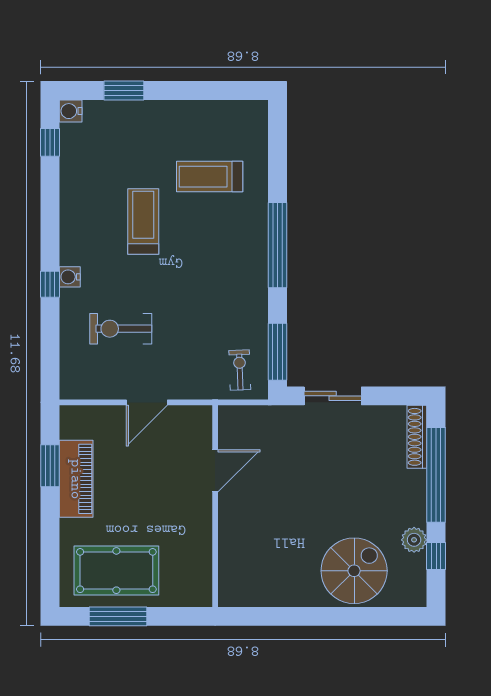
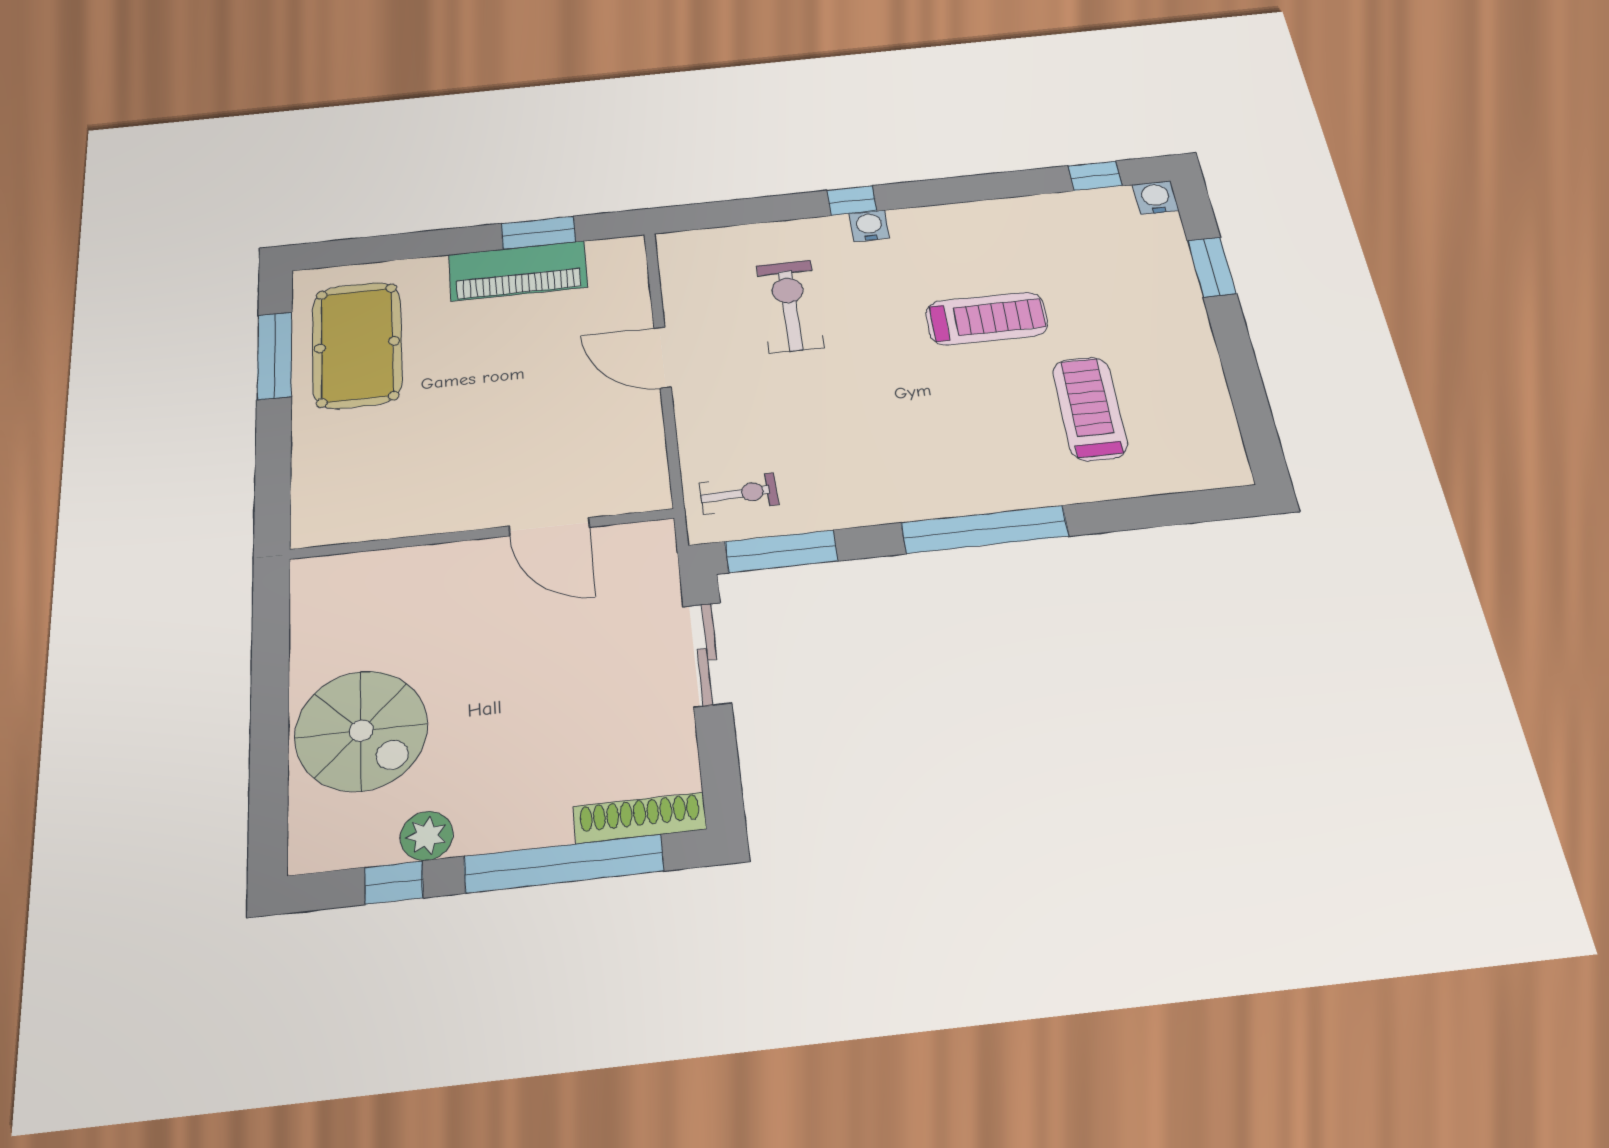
door: (215, 471) -> (549, 527), moved
wall: (215, 506) -> (482, 534), moved

